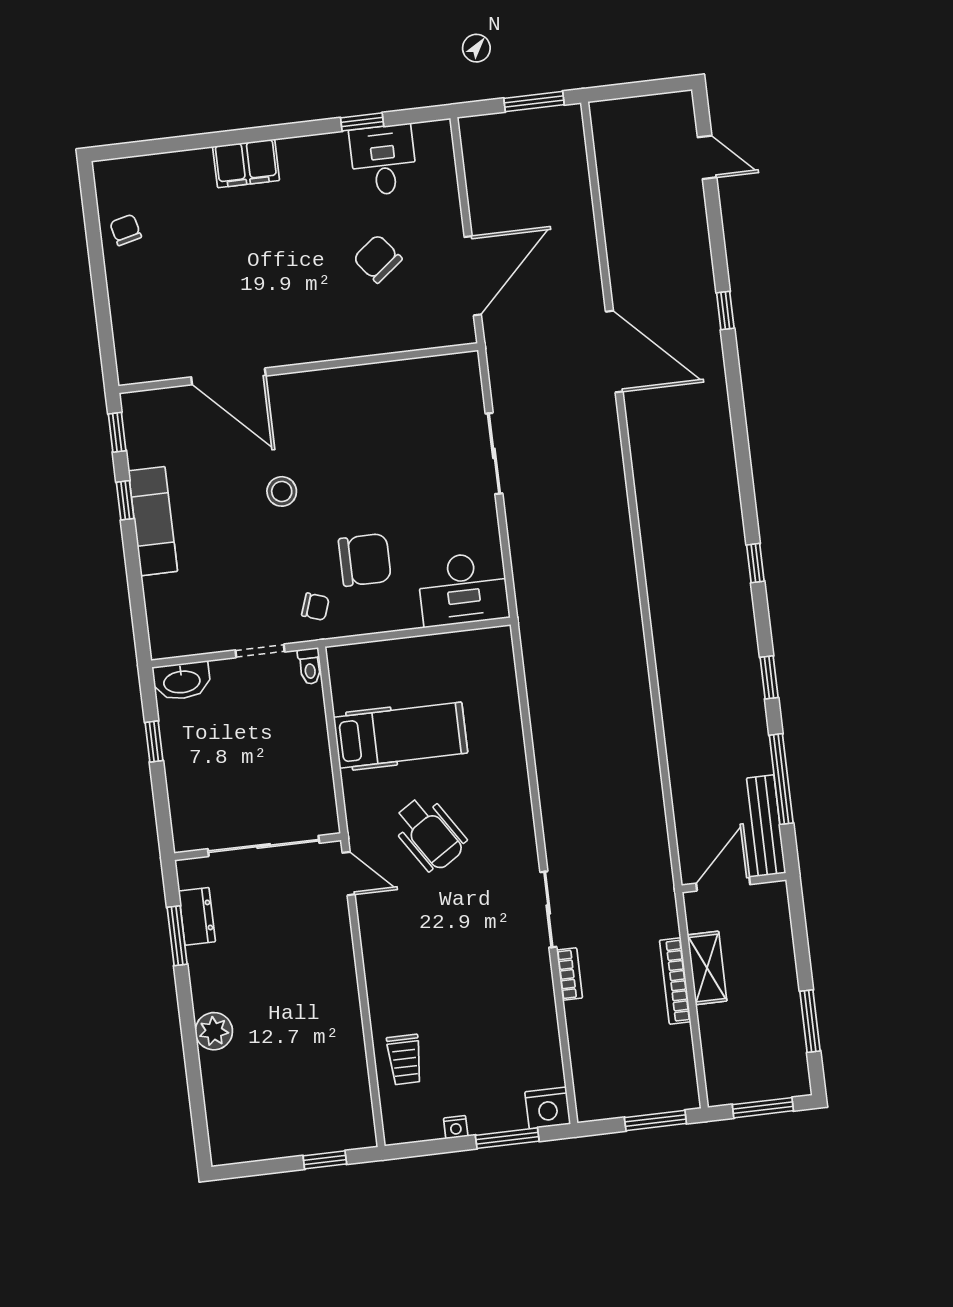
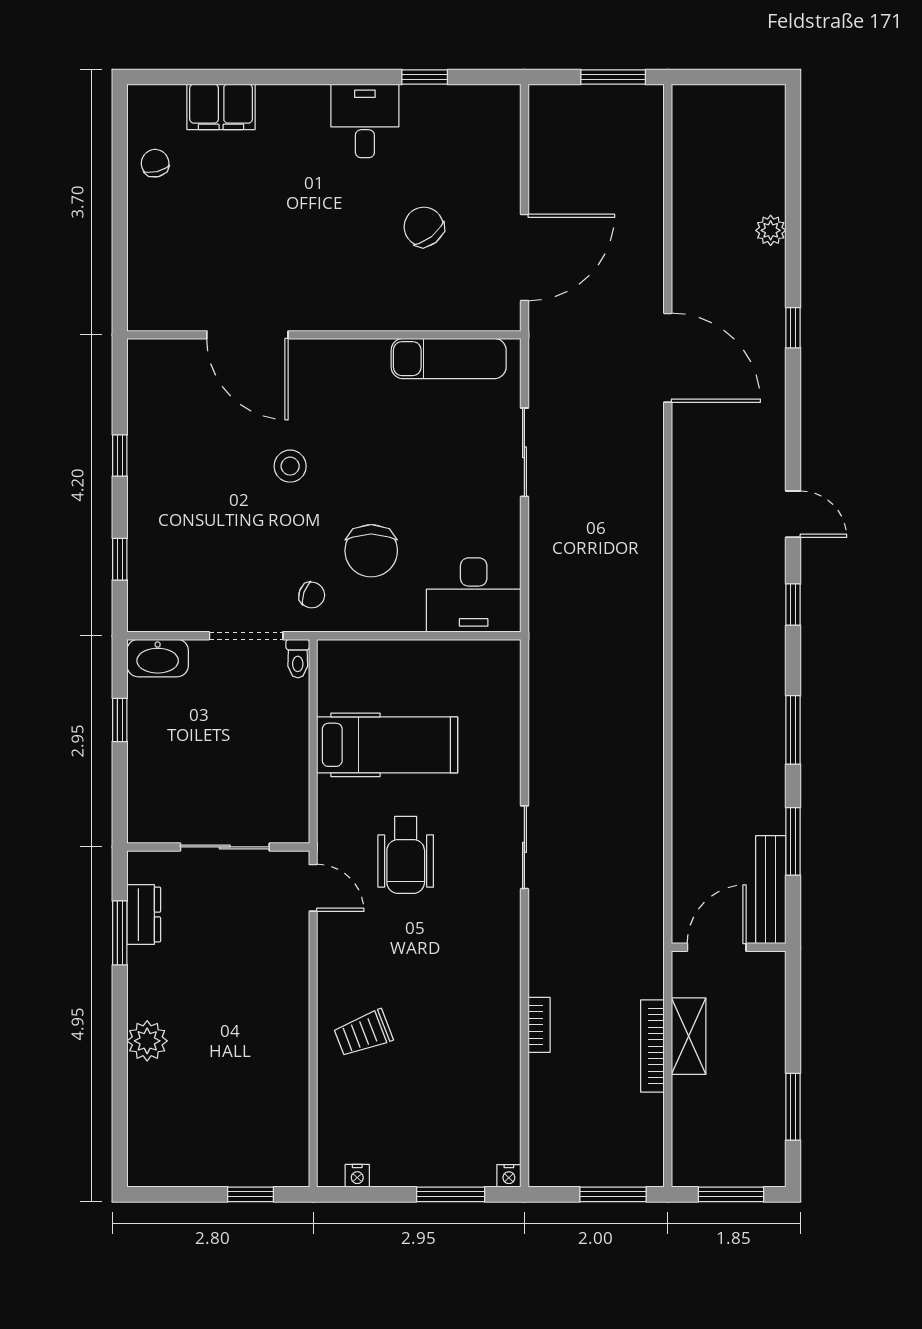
door: (707, 157) -> (793, 514), moved
desk: (383, 160) -> (365, 121), moved
filing cabinet: (246, 163) -> (221, 107), moved
plant: (694, 224) -> (771, 230), added
window: (117, 432) -> (120, 559), moved
exam couch: (153, 521) -> (449, 359), moved, turned 90
chair: (365, 560) -> (371, 551), turned 90
doorway: (260, 651) -> (246, 636), width x1.38
window: (769, 677) -> (793, 730), width x1.50
window: (781, 779) -> (793, 841), width x0.69
wheelchair: (429, 834) -> (406, 855), turned 33
sliding door: (264, 846) -> (225, 847), width x0.73
sliding door: (548, 909) -> (524, 847), moved
trolley: (405, 1060) -> (363, 1033), moved, turned 69
nightstand: (548, 1108) -> (509, 1176), width x0.53, depth x0.56
nightstand: (456, 1127) -> (357, 1176), moved

